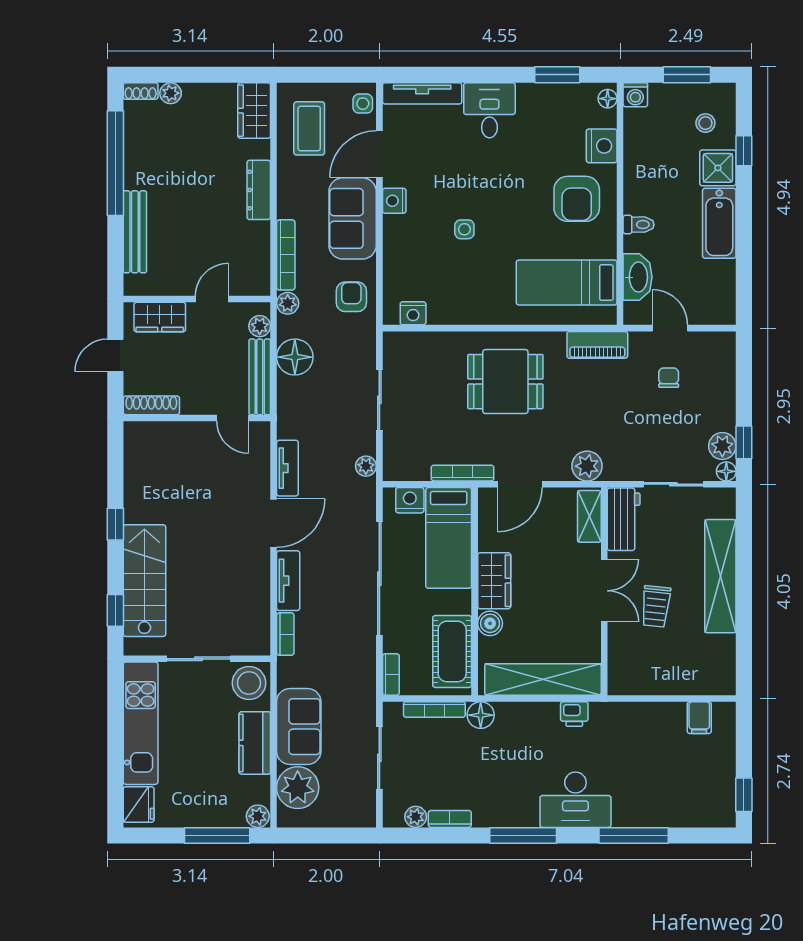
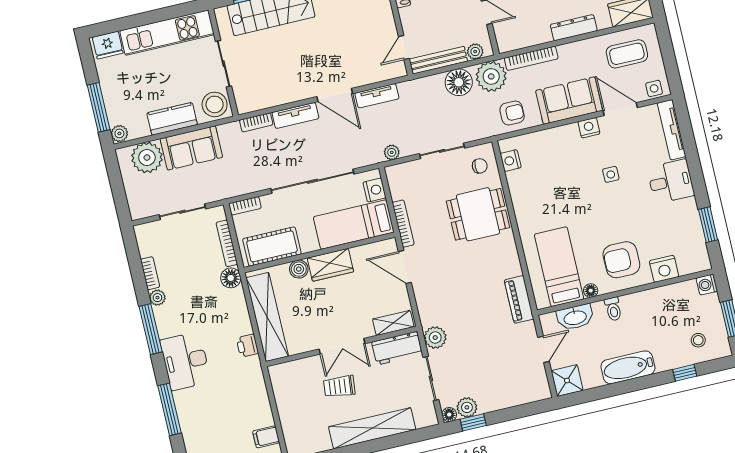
floor lamp: (608, 99) -> (591, 291), moved
shower: (718, 168) -> (567, 381), moved
side table: (464, 229) -> (611, 174), moved
plant: (288, 303) -> (491, 76), width x1.87, depth x1.87
chair: (669, 378) -> (480, 166), moved
dining table: (505, 382) -> (478, 214), moved, turned 90
plant: (587, 466) -> (435, 338), moved
plant: (416, 817) -> (157, 298), moved

